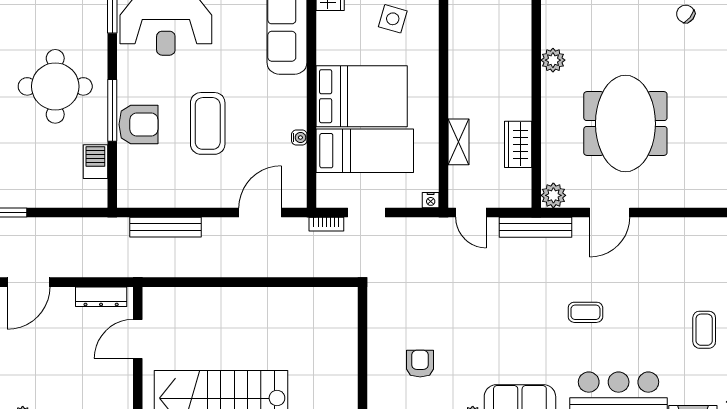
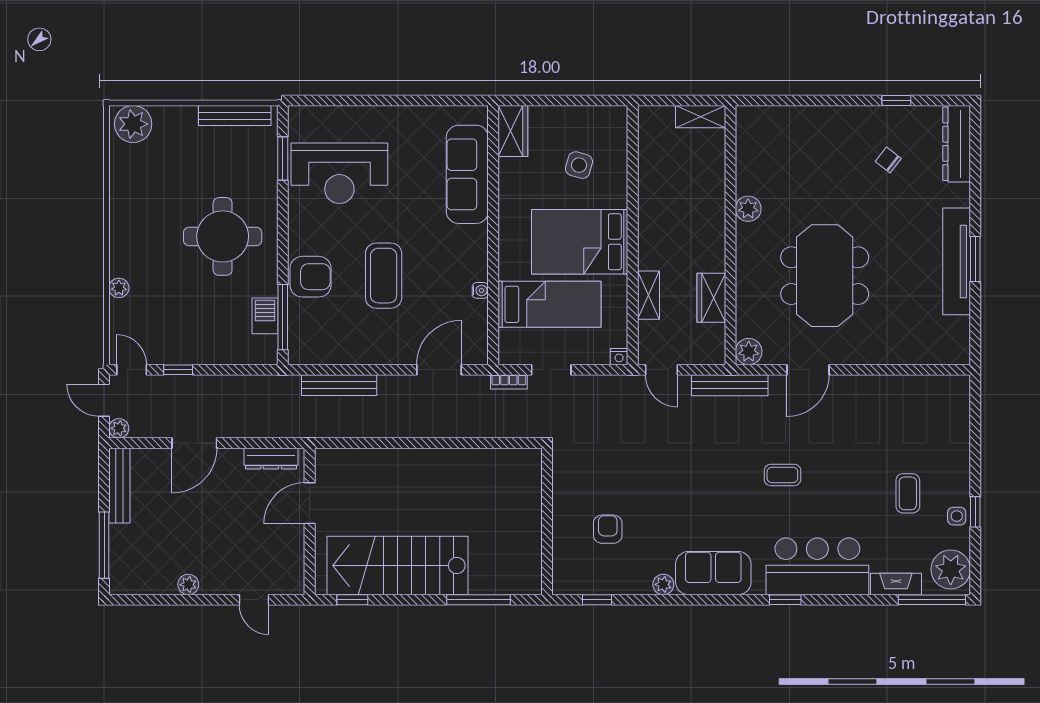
bed: (362, 96) -> (580, 242), moved, turned 180
window: (112, 110) -> (283, 317), moved

